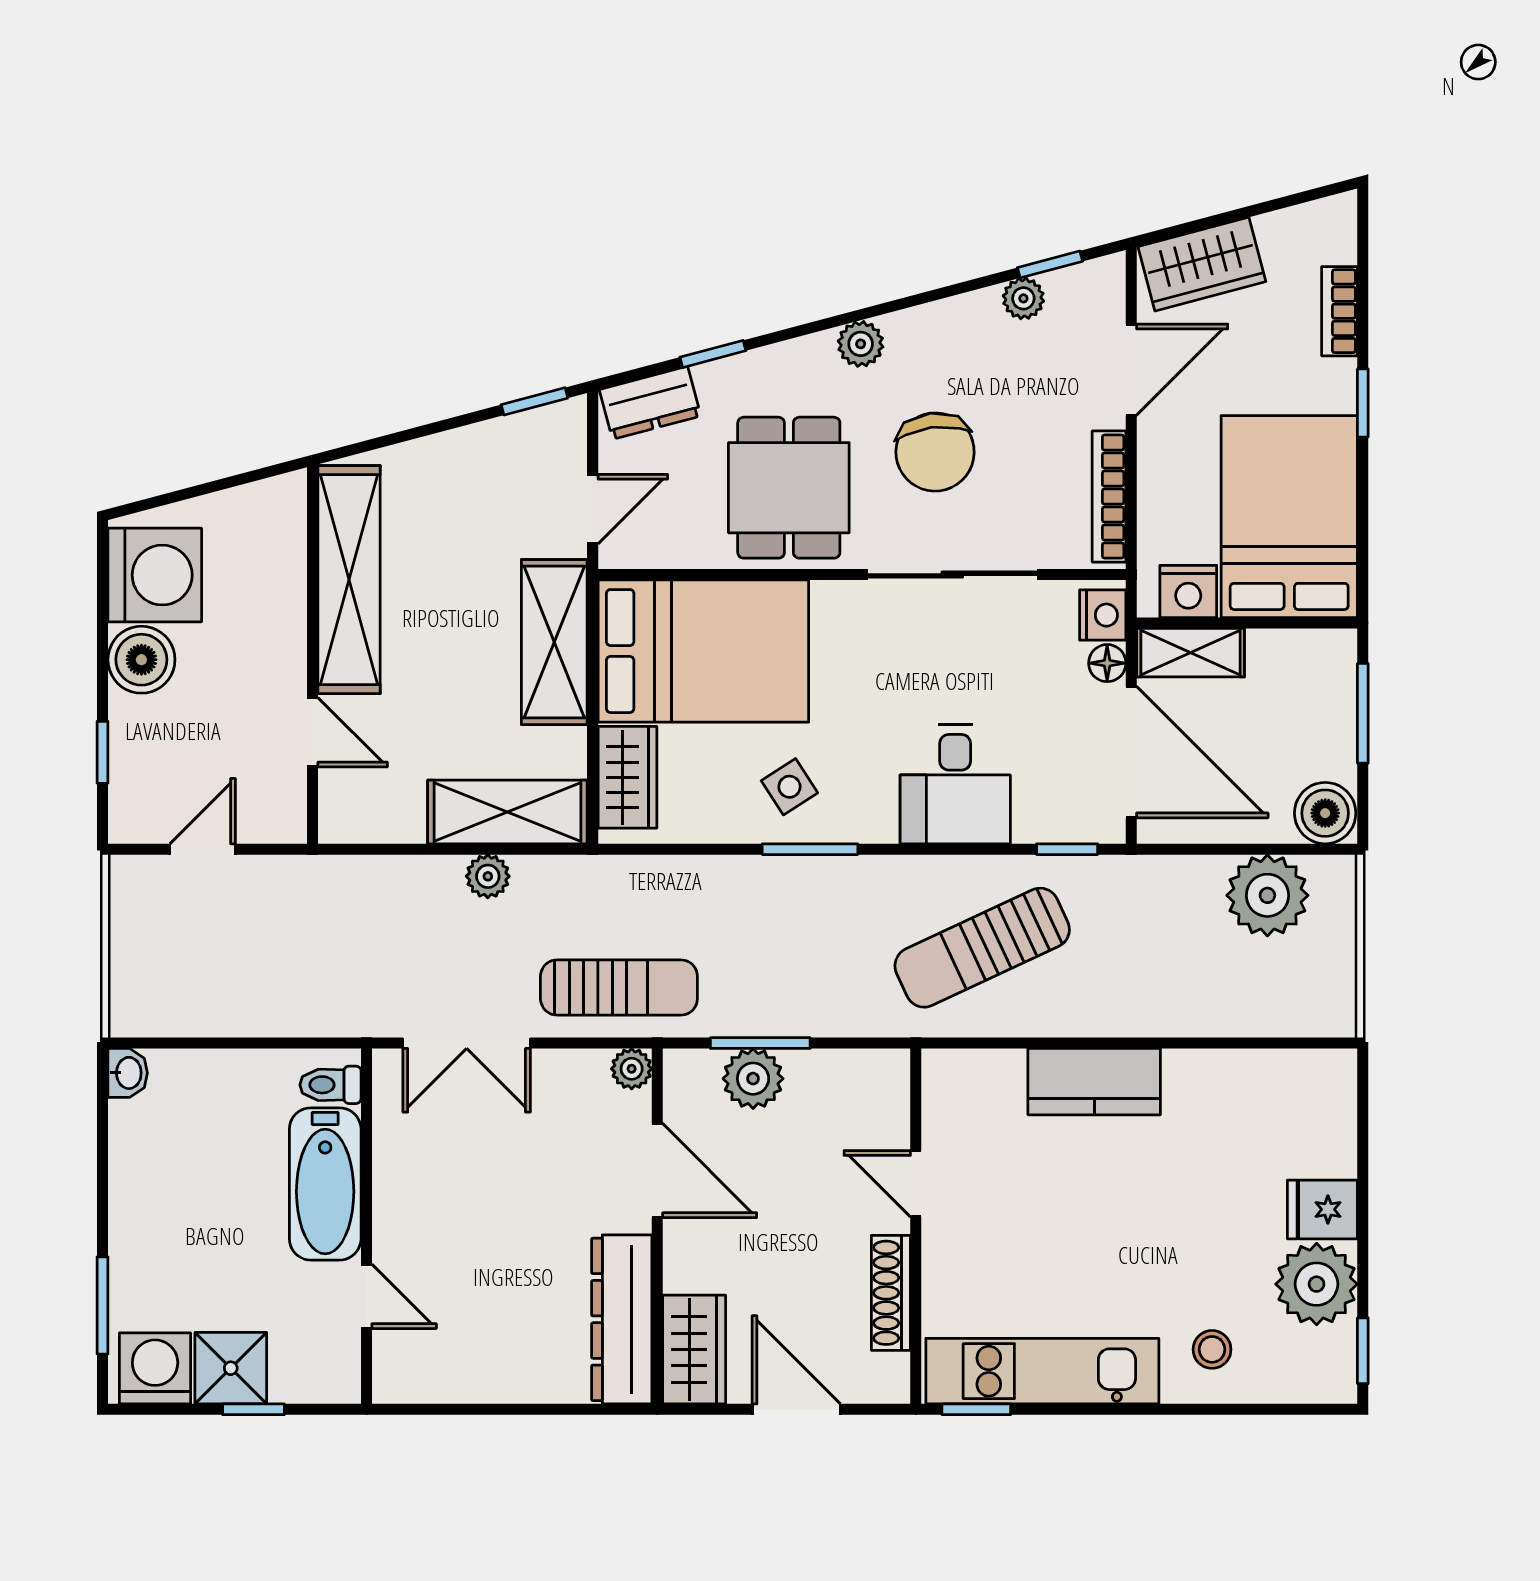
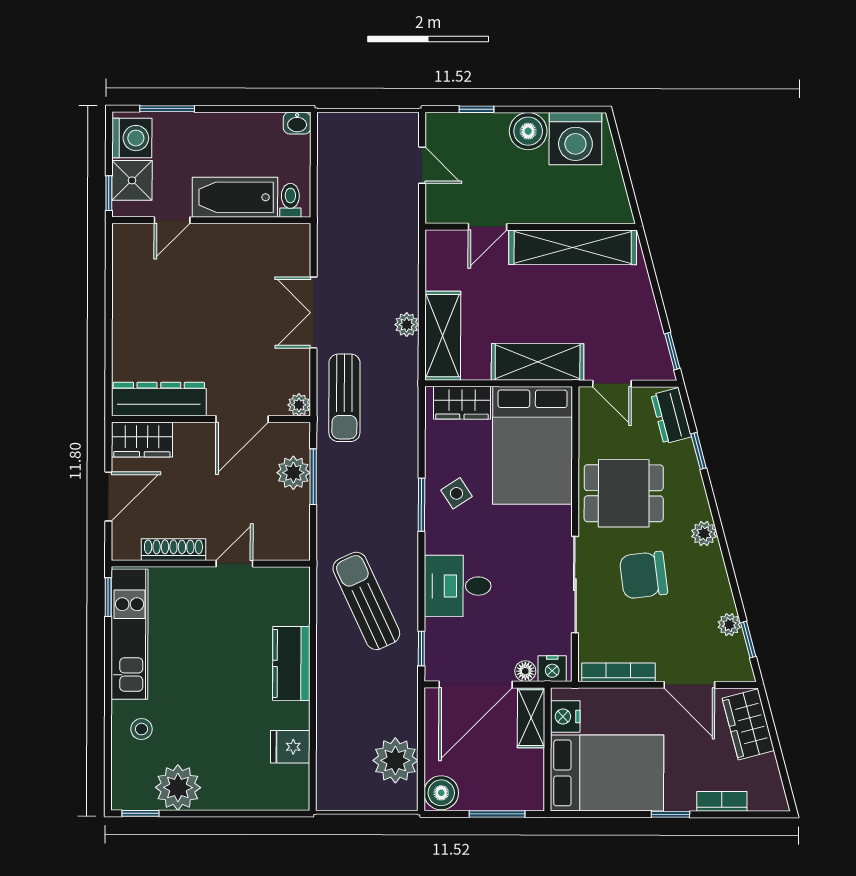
toilet: (331, 1085) -> (290, 200), moved
bathtub: (325, 1184) -> (235, 197), moved
fridge: (1322, 1209) -> (290, 747), moved, turned -90
wall: (366, 1226) -> (211, 220), moved
door: (366, 1296) -> (172, 220), moved

